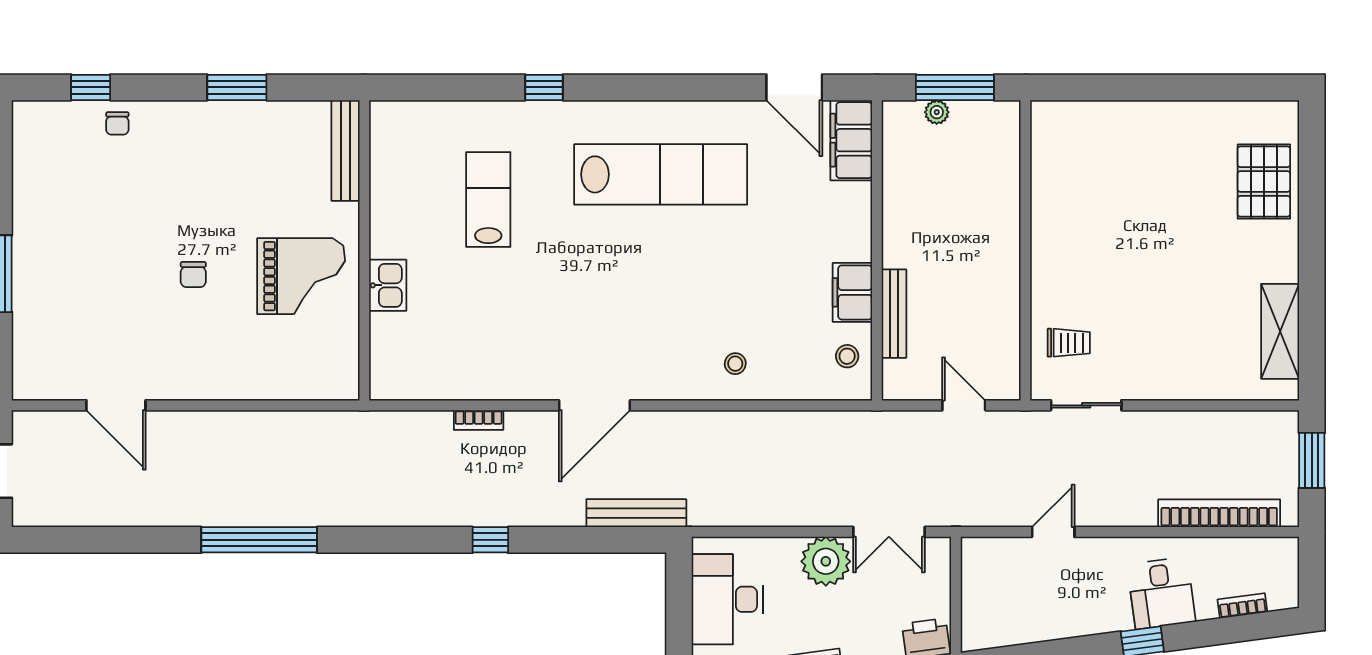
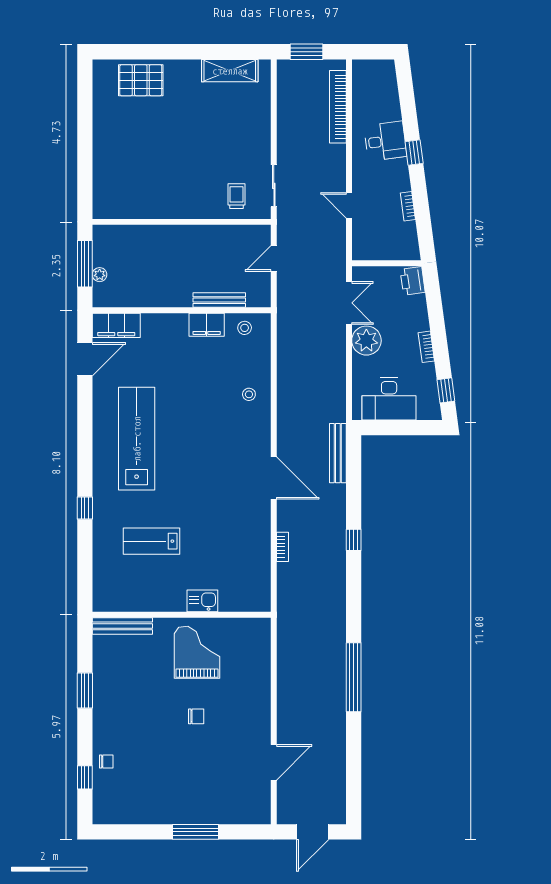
bookcase: (1242, 606) -> (408, 206), moved

